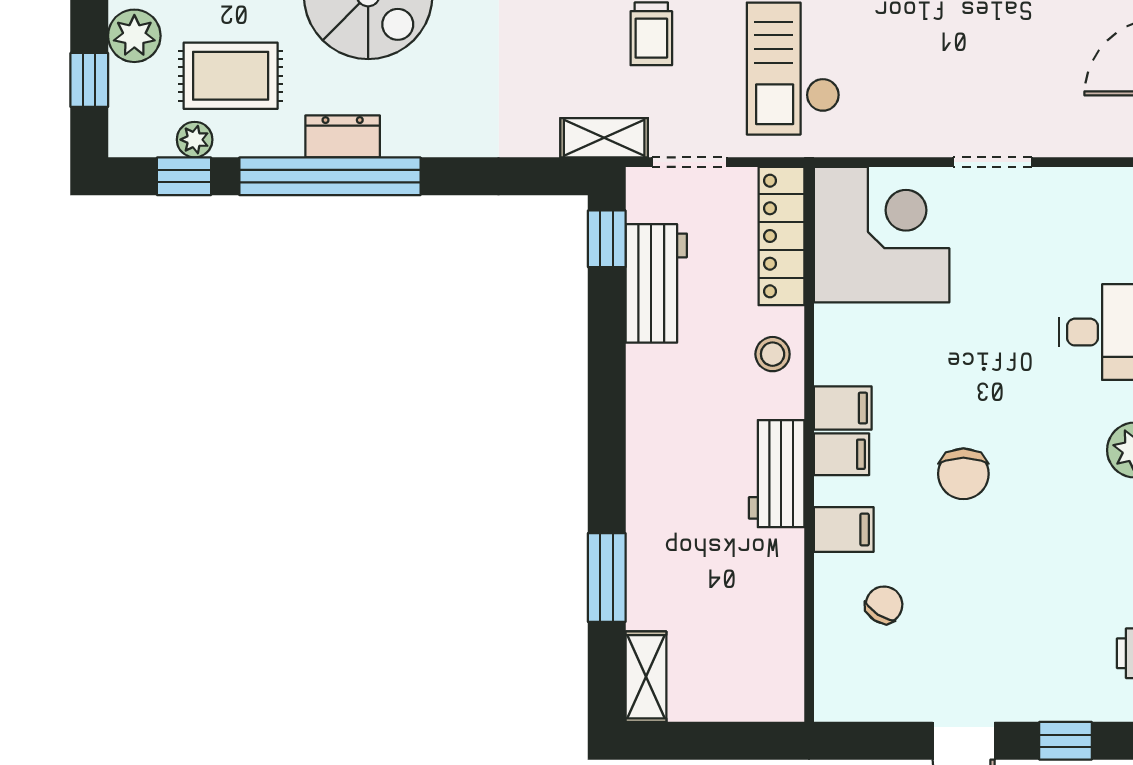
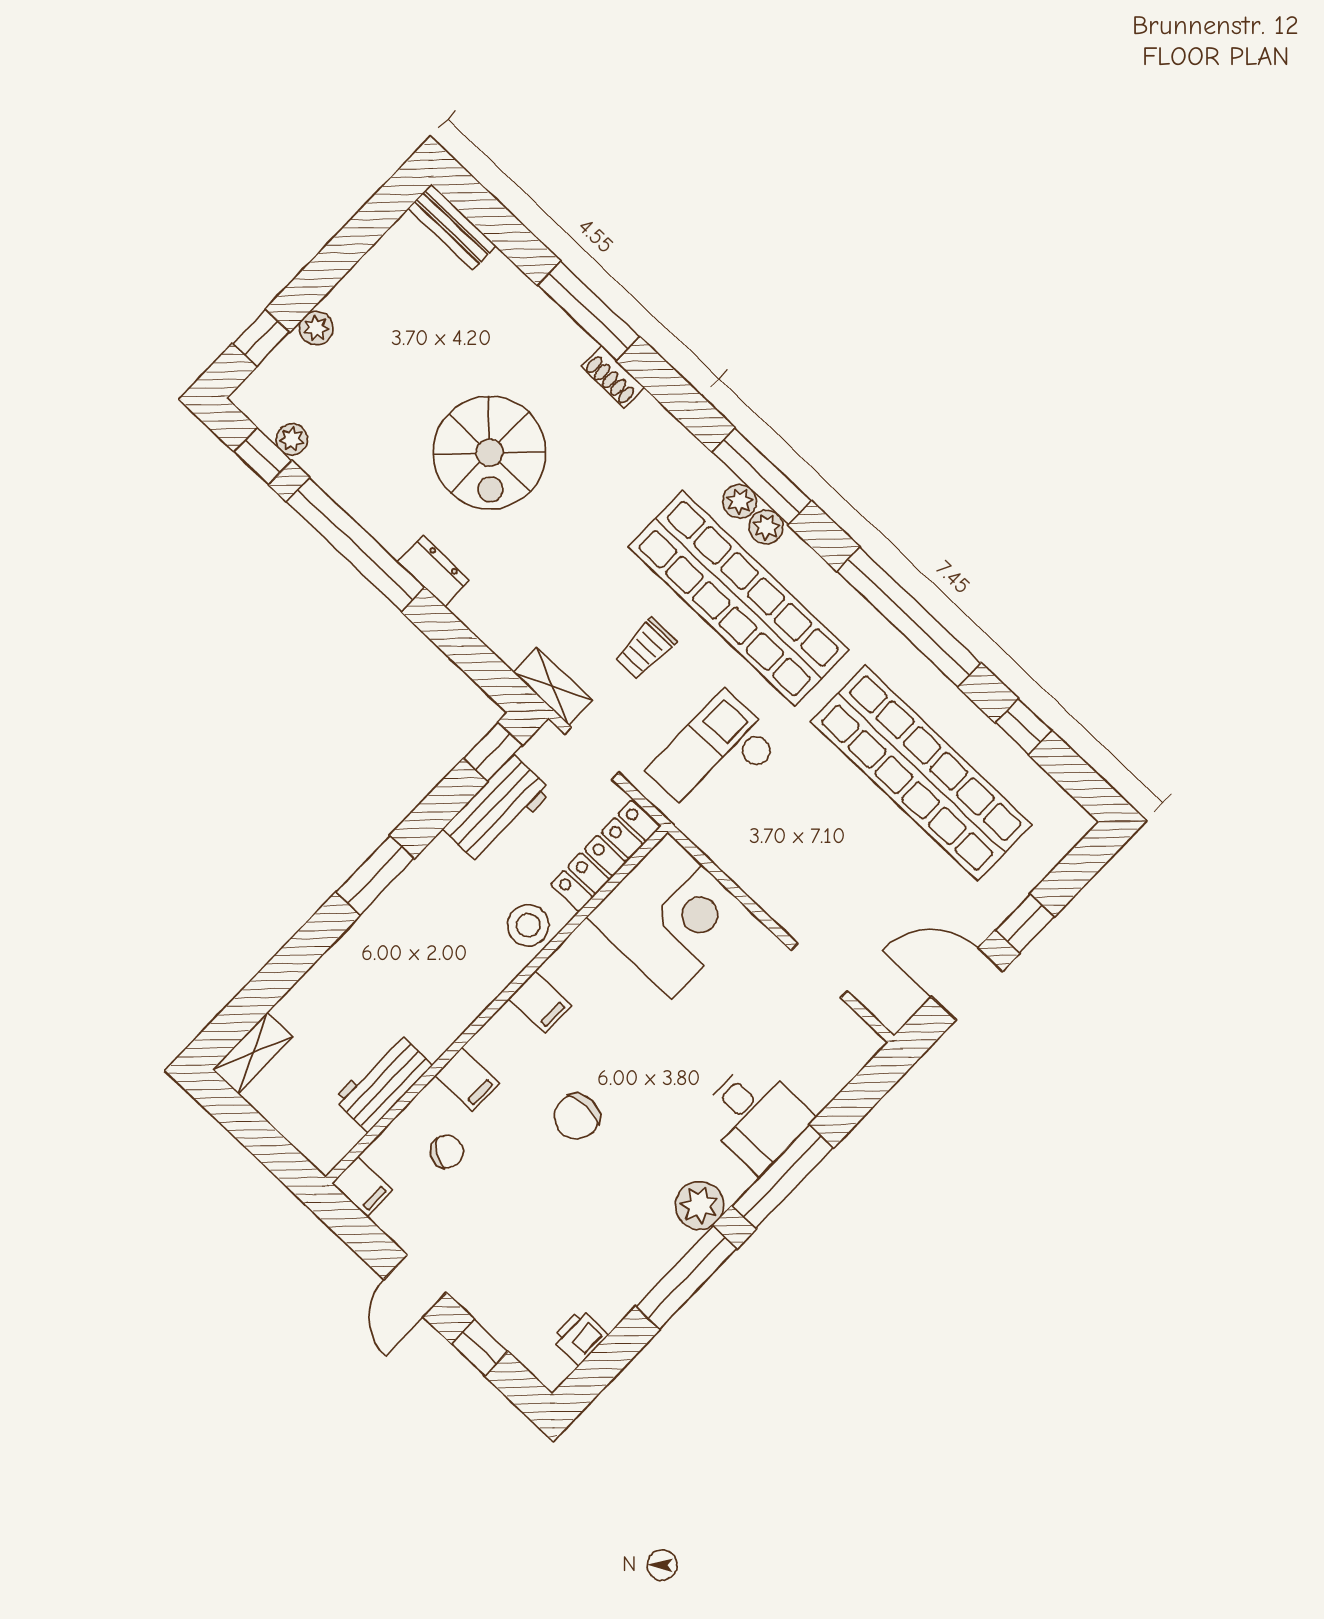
plant: (134, 36) -> (316, 328), width x0.73, depth x0.73
rug: (231, 76) -> (353, 421), removed
dresser: (343, 136) -> (434, 571), moved
doorway: (992, 162) -> (819, 971), moved
stool: (773, 354) -> (528, 925), width x1.37, depth x1.37
filing cabinet: (841, 454) -> (362, 1186), moved
workbench: (777, 474) -> (383, 1082), moved
window: (607, 578) -> (375, 875), moved

